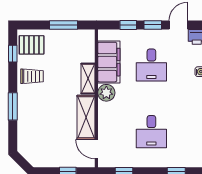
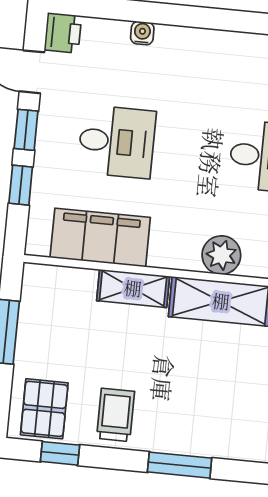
plant: (106, 93) -> (221, 255), moved

